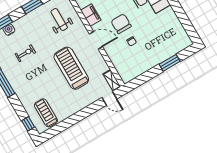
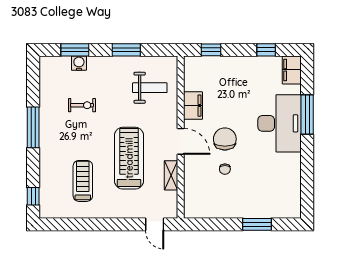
weight bench: (59, 19) -> (150, 88), turned 90
shelving: (112, 80) -> (171, 175), moved
treadmill: (46, 113) -> (83, 181), moved

